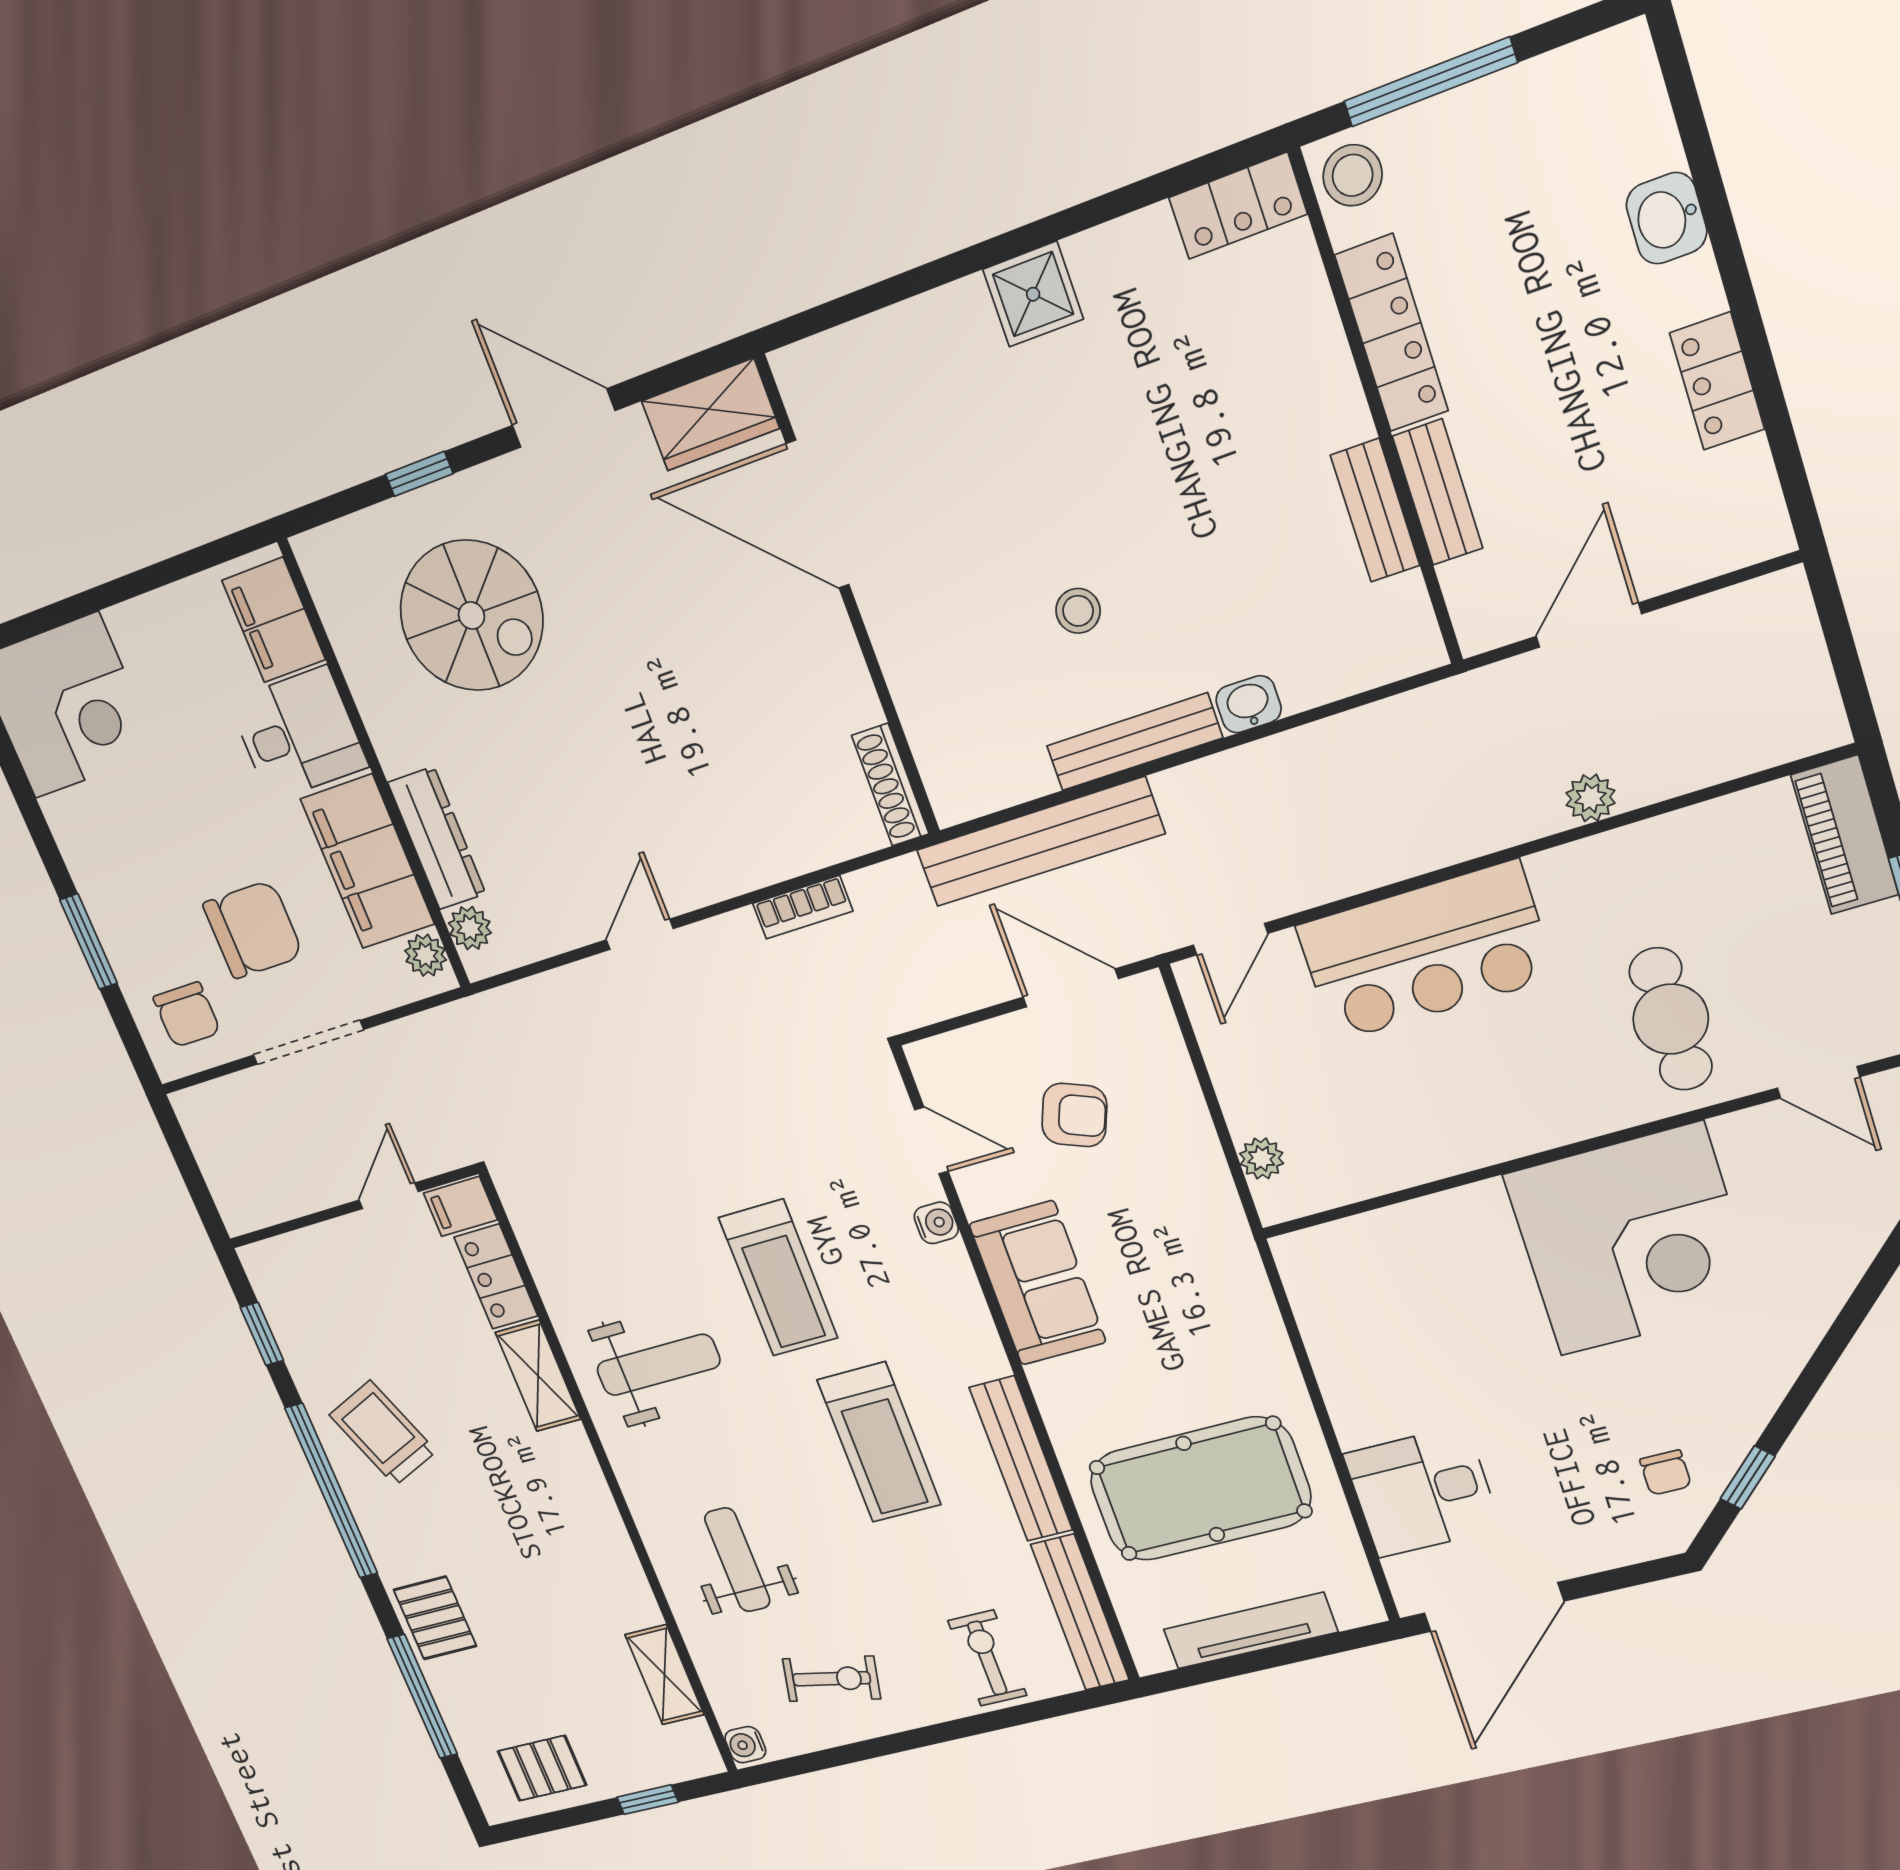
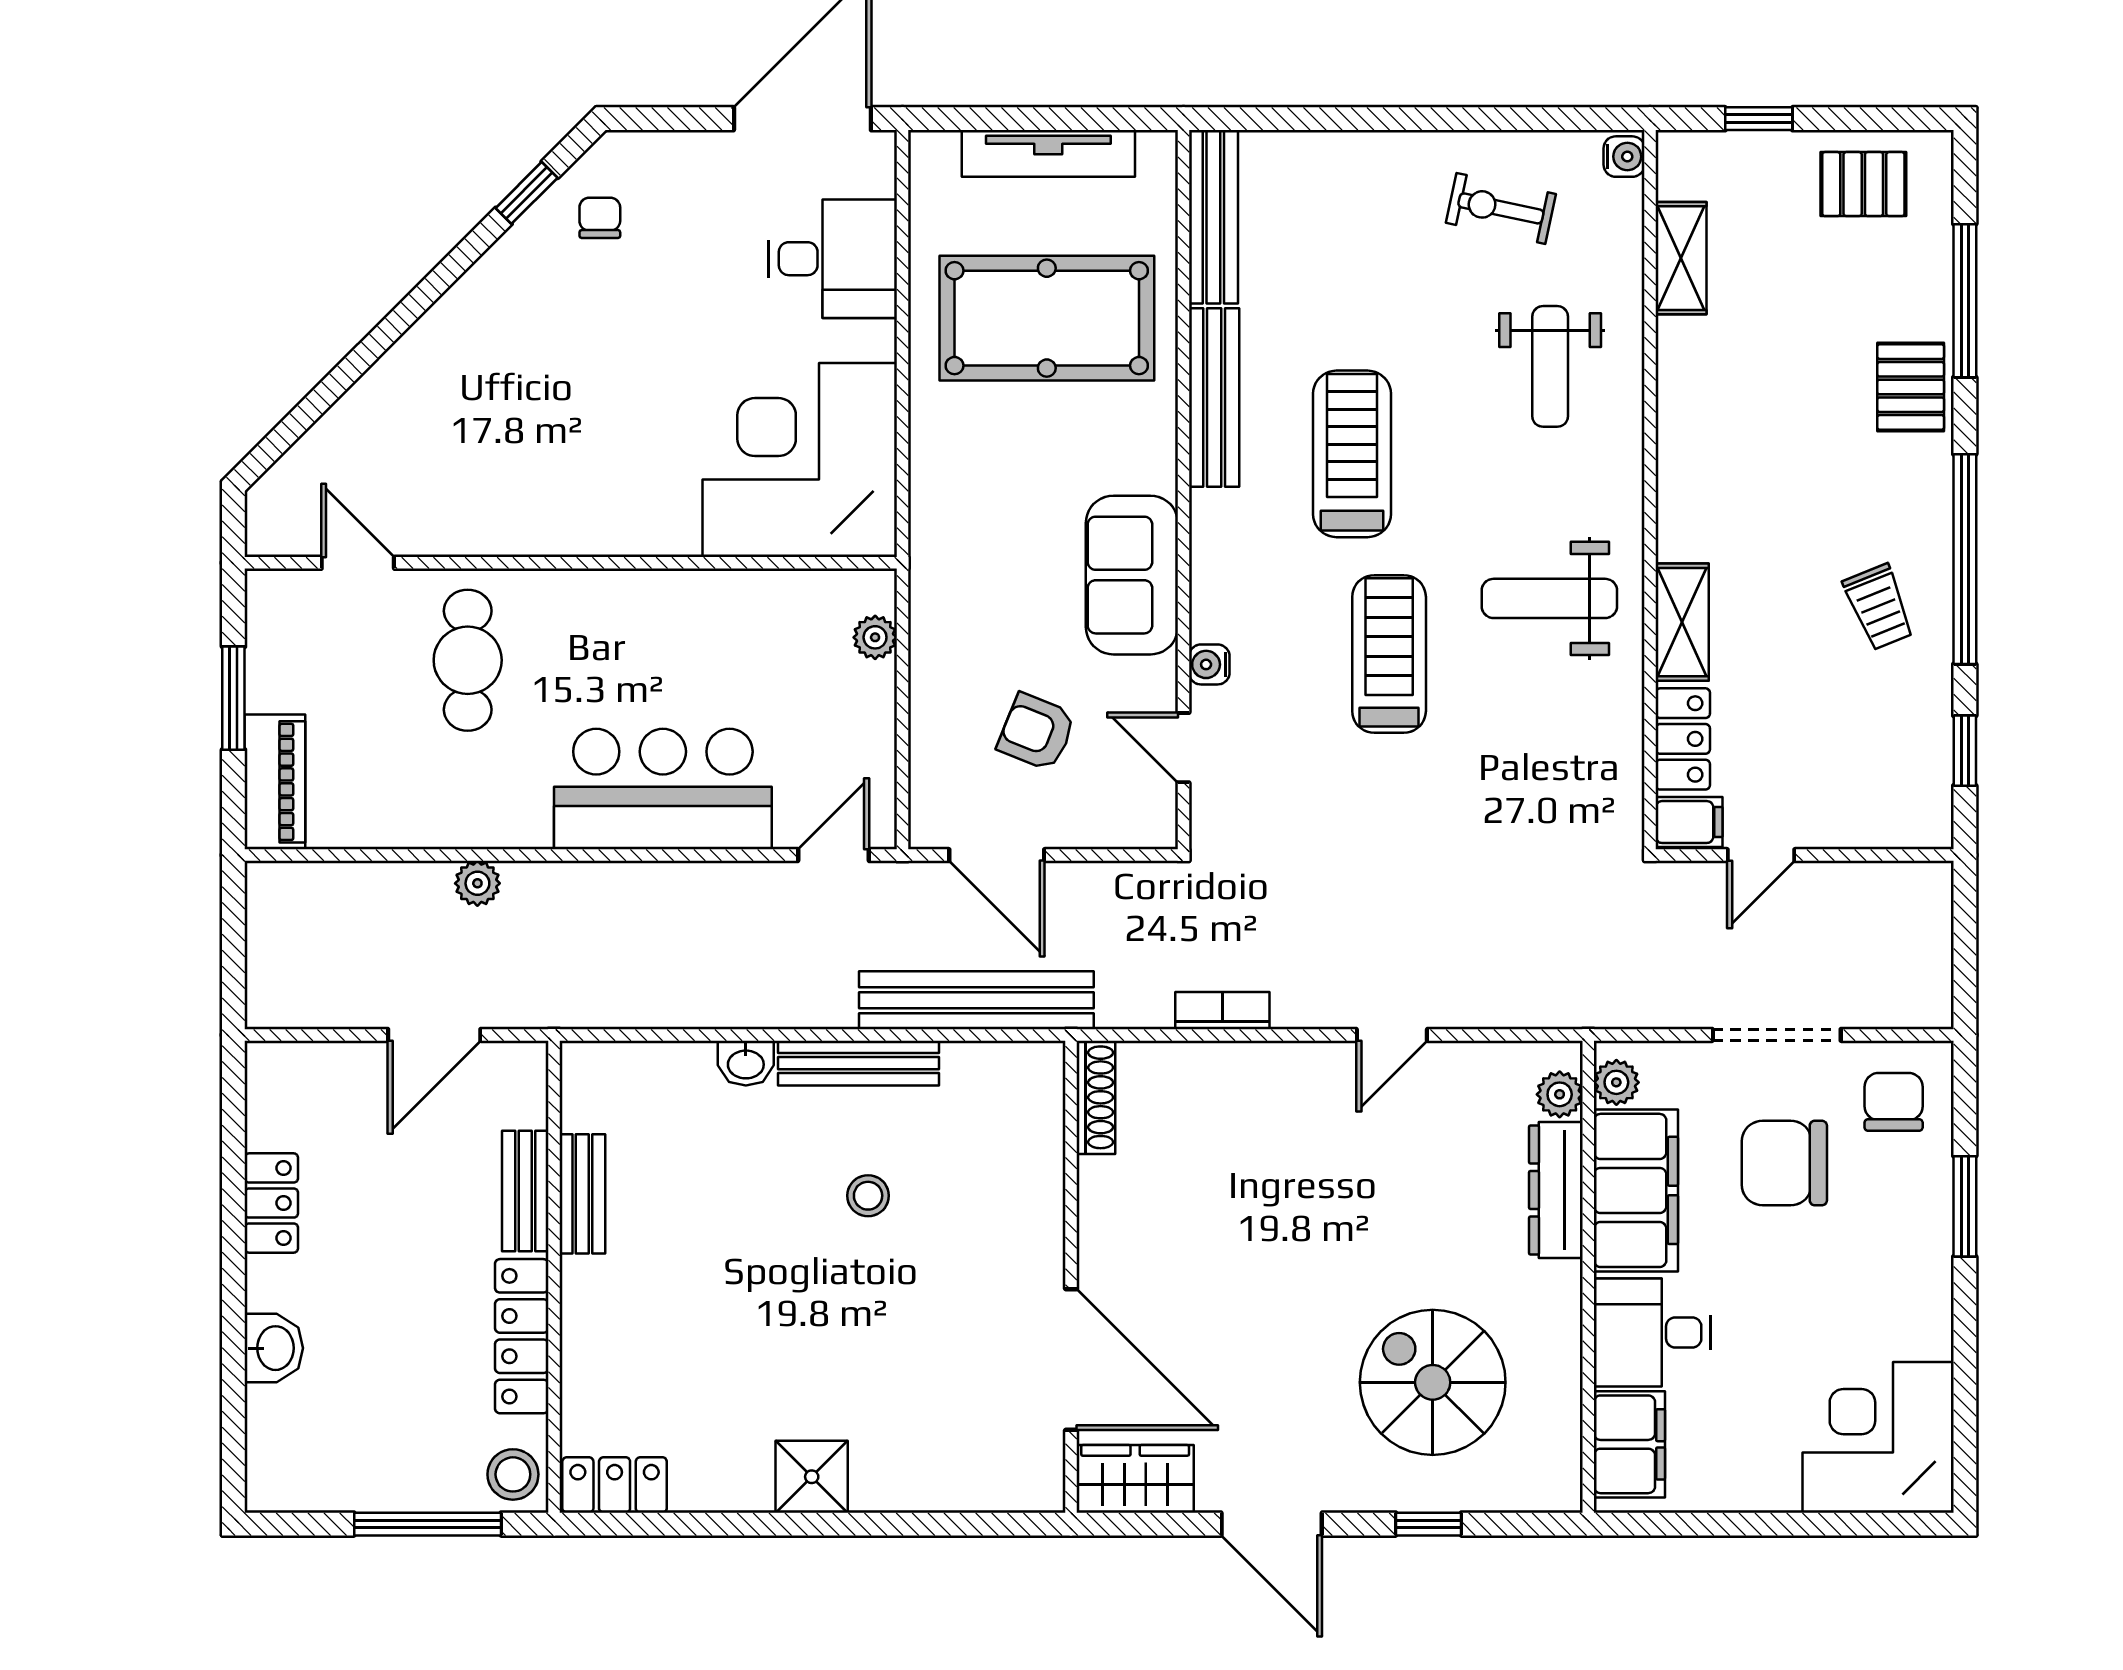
corner desk: (1631, 1240) -> (800, 460), moved
trolley: (383, 1433) -> (1879, 607), width x0.73, depth x0.72
exercise bike: (987, 1658) -> (1327, 191), removed

